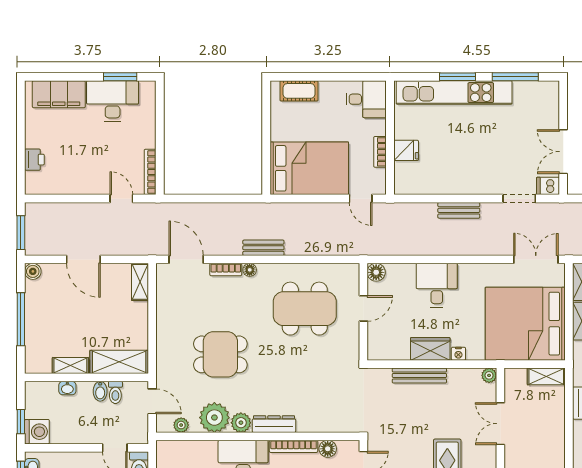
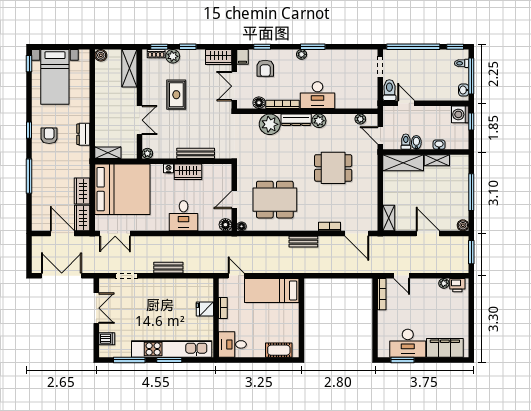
printer: (34, 160) -> (457, 285), moved, turned -90
bed: (309, 168) -> (272, 290), width x0.67
dishwasher: (548, 186) -> (107, 339), moved
plant: (60, 187) -> (444, 283), added
floor lamp: (250, 270) -> (242, 226), moved
plant: (214, 418) -> (270, 124), moved

